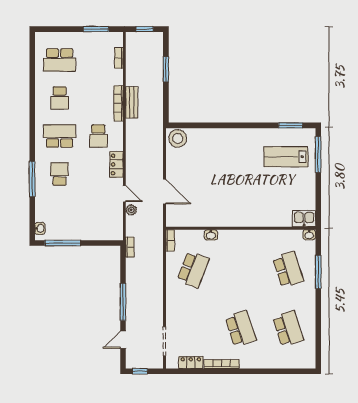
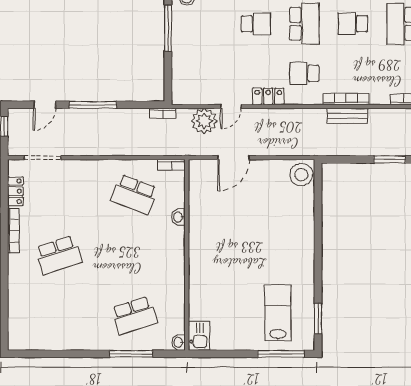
plant: (131, 210) -> (204, 121), width x1.88, depth x1.88
school desk: (288, 329) -> (59, 316), removed
door: (123, 340) -> (45, 105), swing flipped

